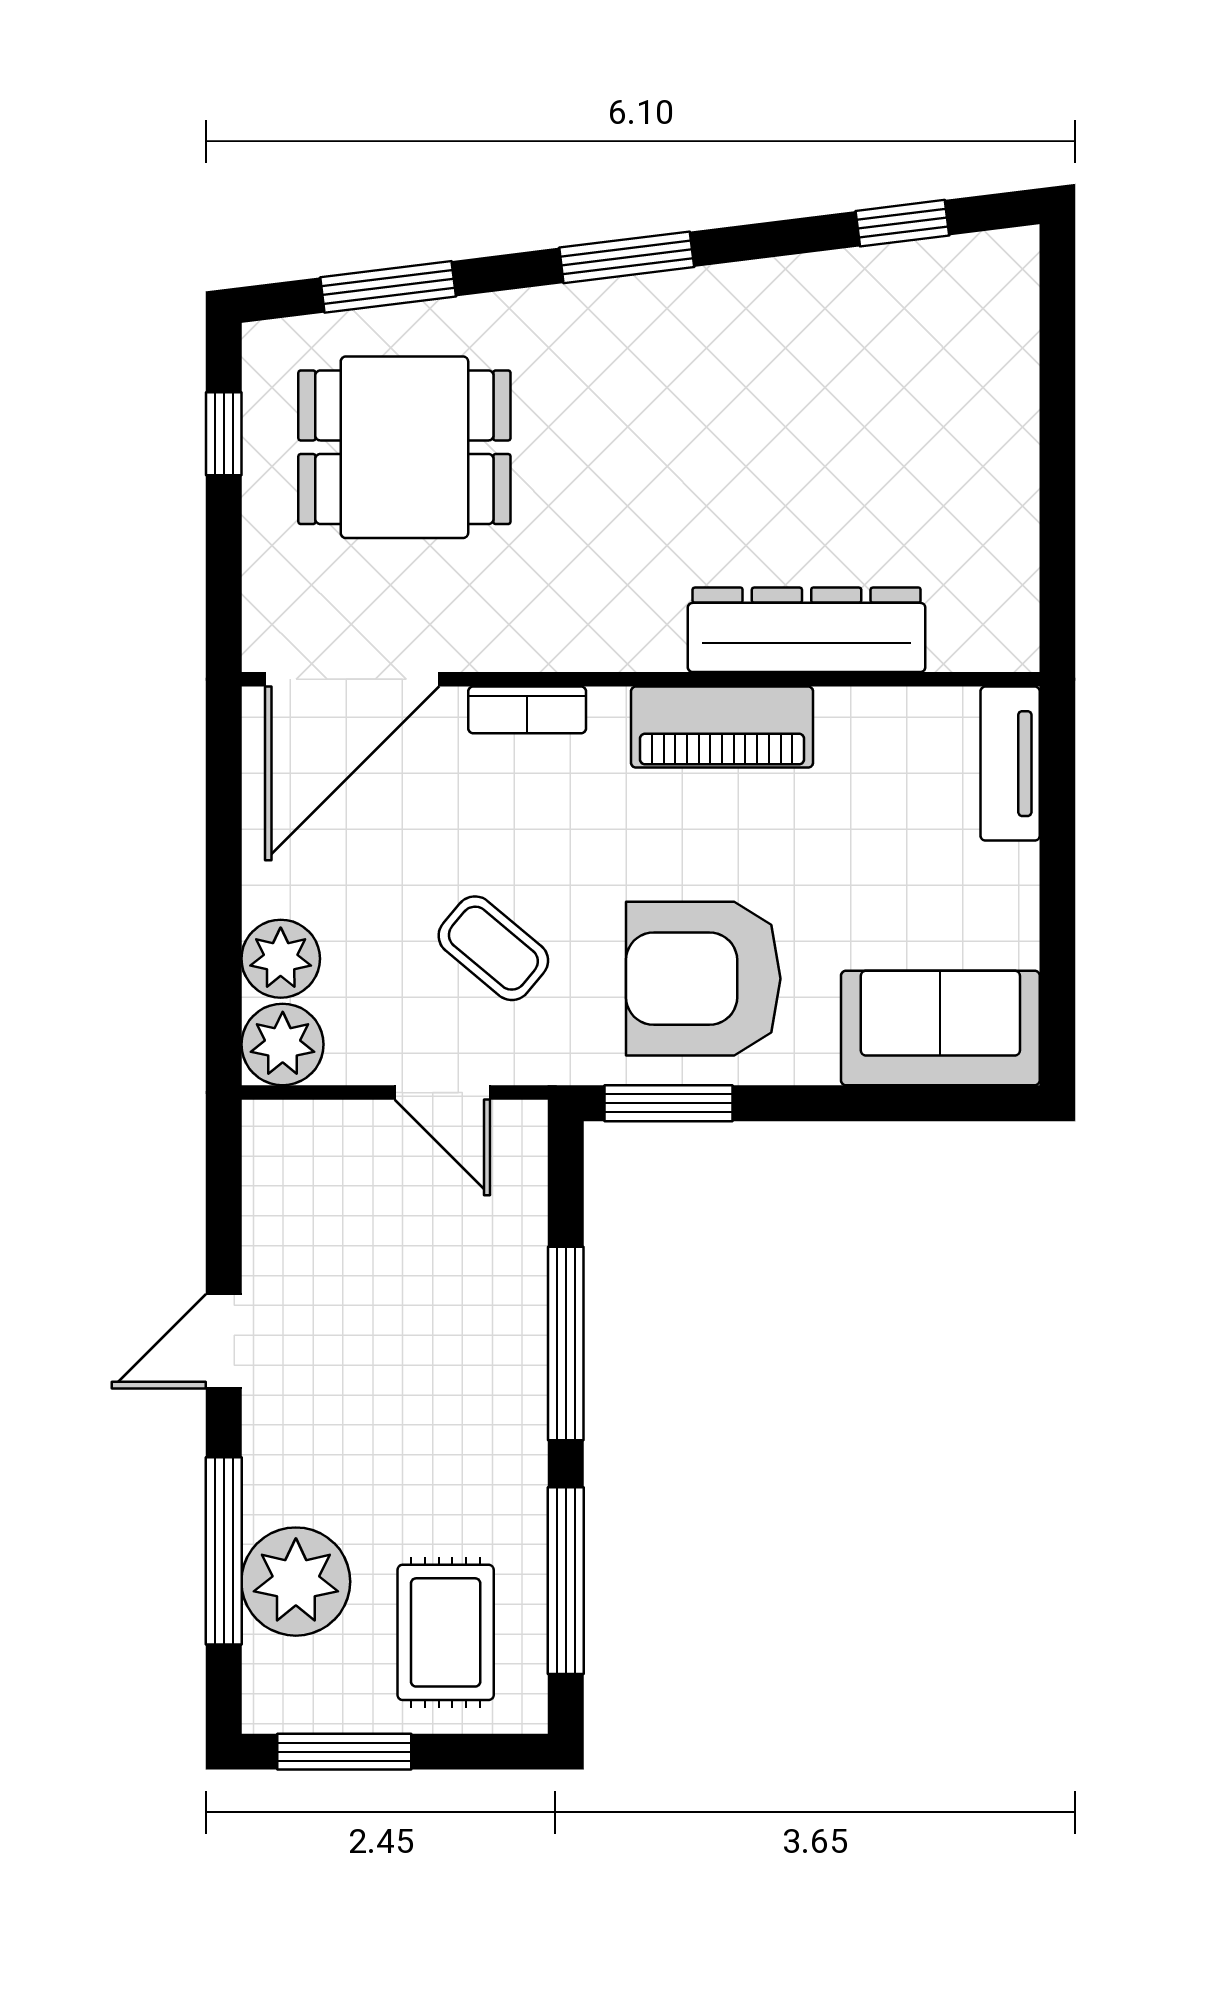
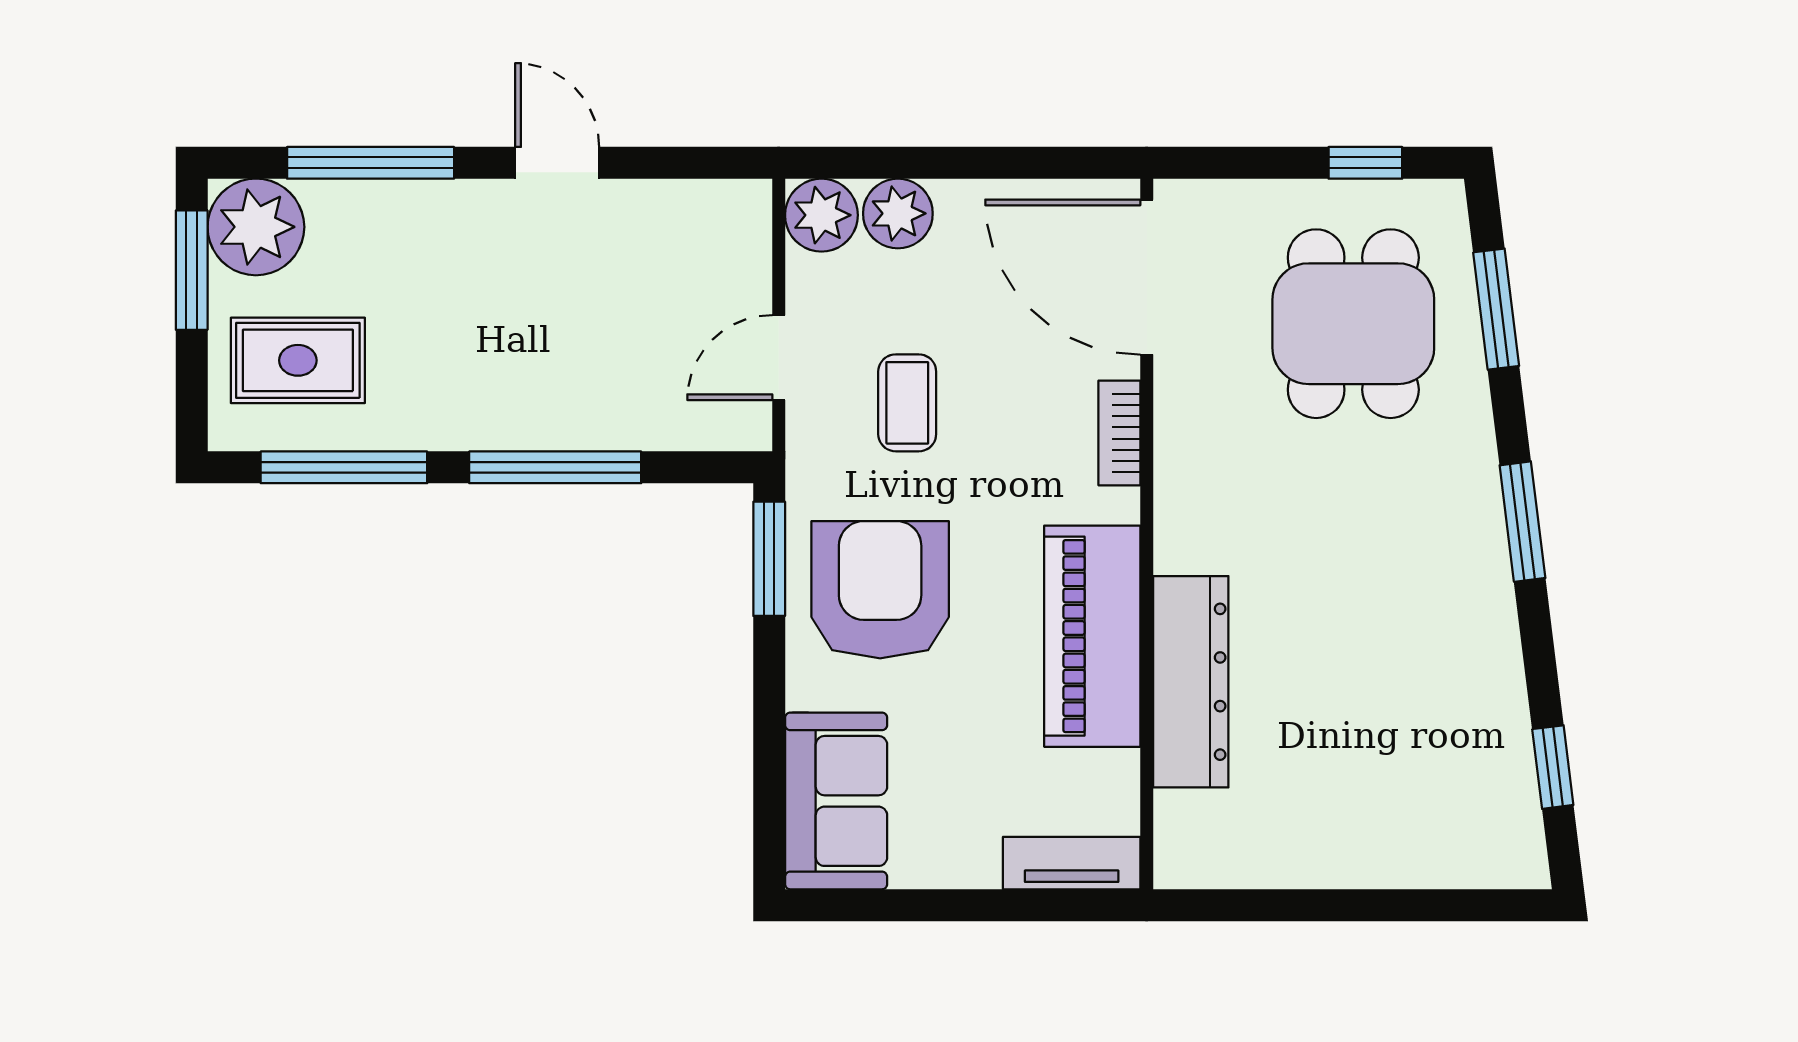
piano: (722, 727) -> (1092, 636), width x1.37, depth x1.33
coffee table: (493, 948) -> (907, 403), turned -40
plant: (296, 1582) -> (256, 227), moved

